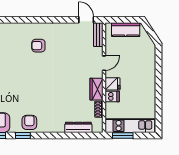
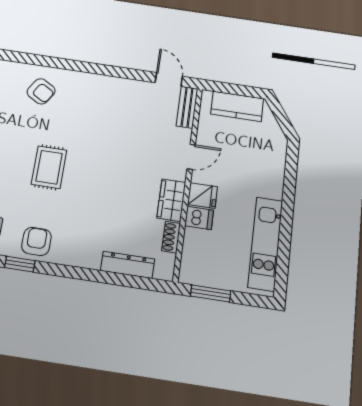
armchair: (38, 46) -> (41, 91), moved, turned -149
rug: (29, 81) -> (49, 167), added
kitchen unit: (130, 126) -> (265, 244), moved, turned -90

